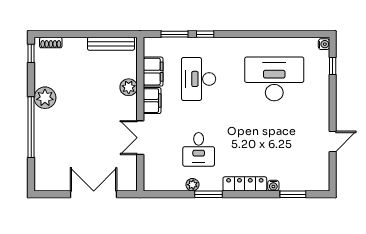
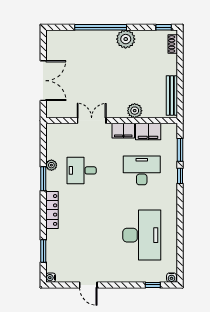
water cooler: (273, 186) -> (51, 278), moved

